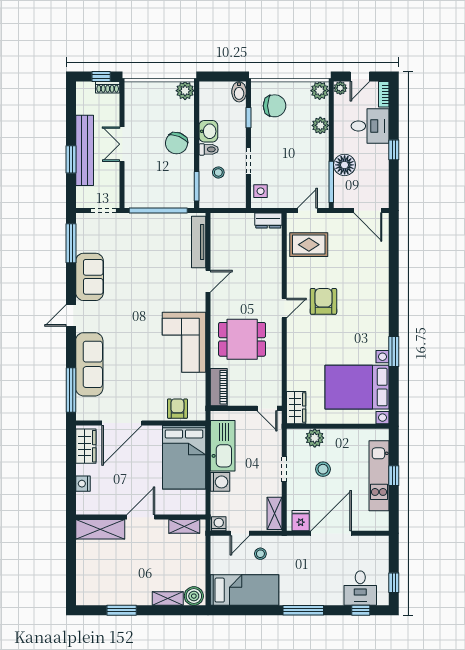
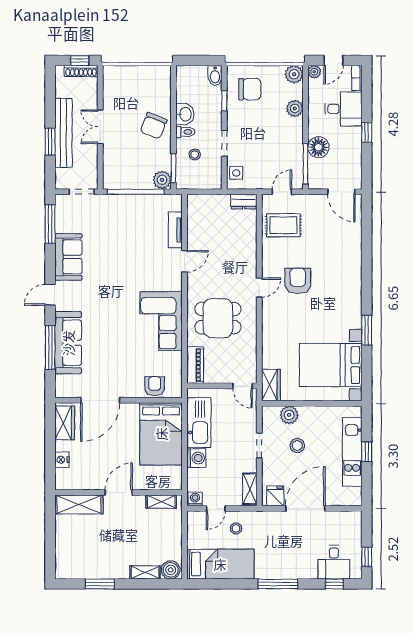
shoe rack: (108, 87) -> (81, 71), width x1.43
plant: (185, 91) -> (162, 180), moved
tv unit: (199, 242) -> (175, 230), width x0.71
window: (71, 390) -> (50, 347), moved

